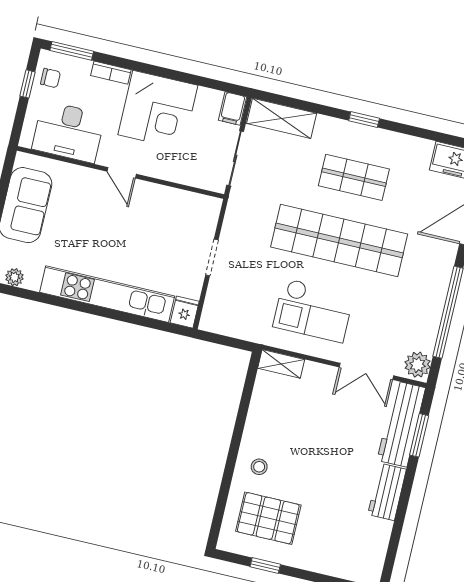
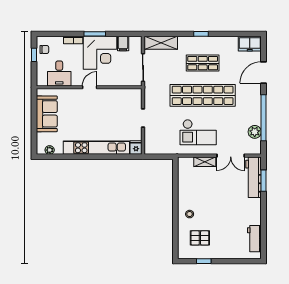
window: (72, 51) -> (95, 34), moved
filing cabinet: (232, 109) -> (123, 44), moved
desk: (69, 132) -> (59, 73), width x0.73
door: (122, 173) -> (90, 87), swing flipped
shelving: (281, 364) -> (205, 162), moved
plant: (418, 365) -> (255, 132), moved
workbench: (387, 492) -> (254, 239), moved
pallet: (268, 518) -> (200, 238), width x0.67, depth x0.71

